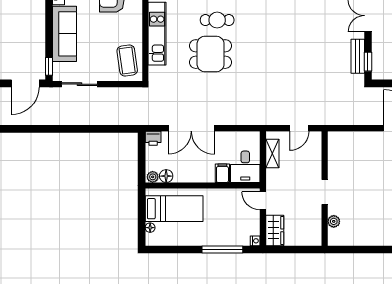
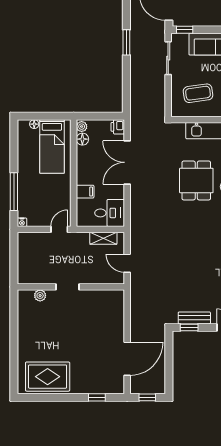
coffee table: (127, 61) -> (198, 93), moved
window: (63, 129) -> (126, 42), added
desk: (245, 167) -> (110, 213), moved, turned 180
wardrobe: (275, 230) -> (32, 240), removed

